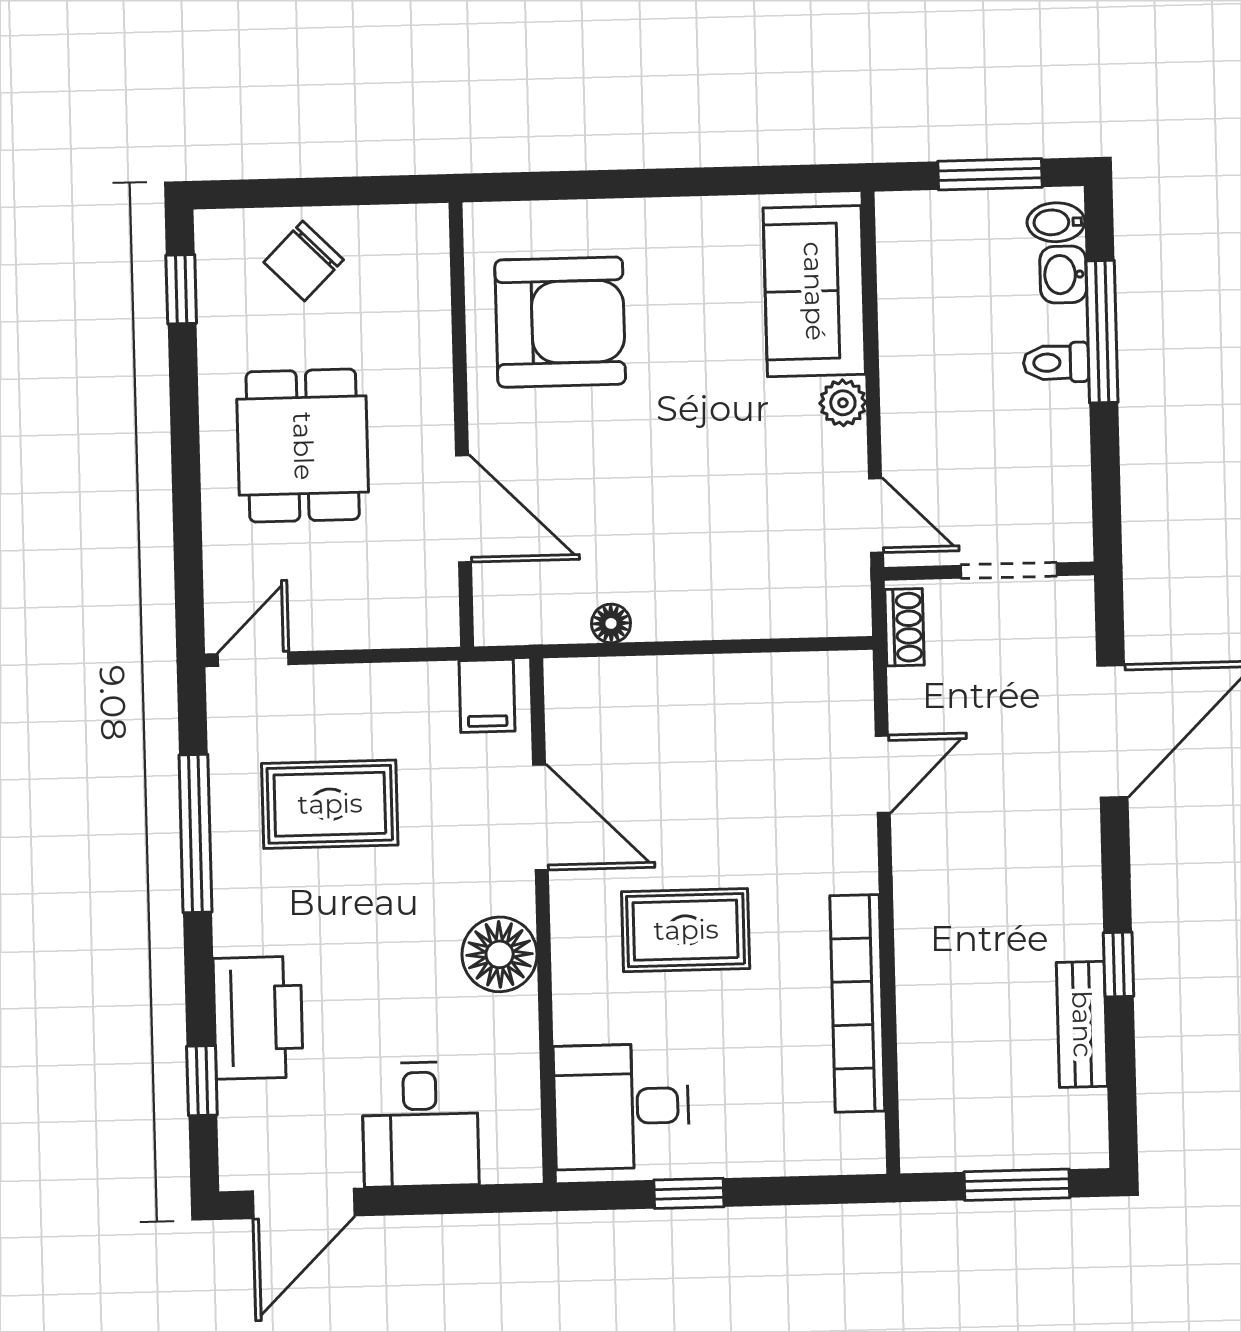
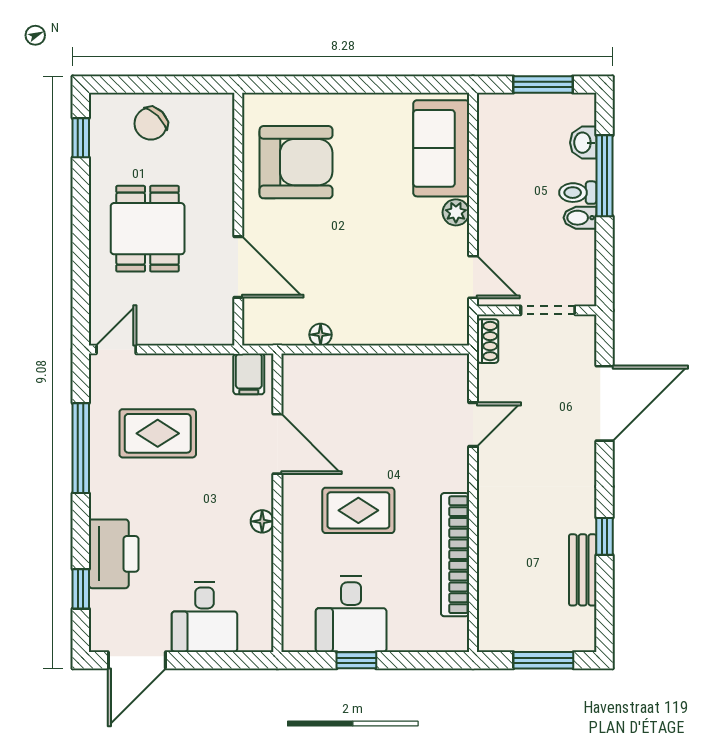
bidet: (1056, 222) -> (580, 218), moved
floor lamp: (500, 954) -> (262, 521), width x0.53, depth x0.53
desk: (622, 1106) -> (351, 614), moved, turned -90

